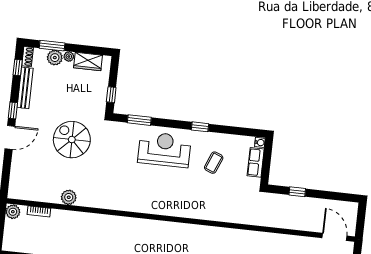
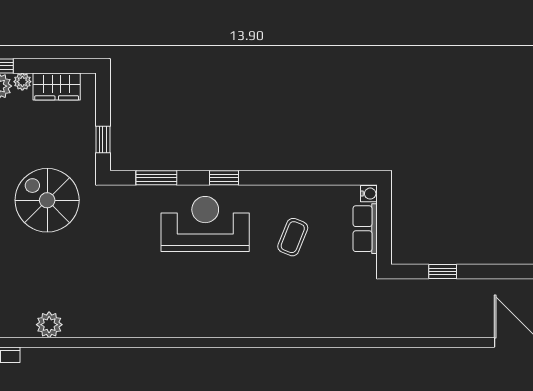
window: (200, 127) -> (224, 178), moved
spiral stairs: (72, 140) -> (47, 200), moved

